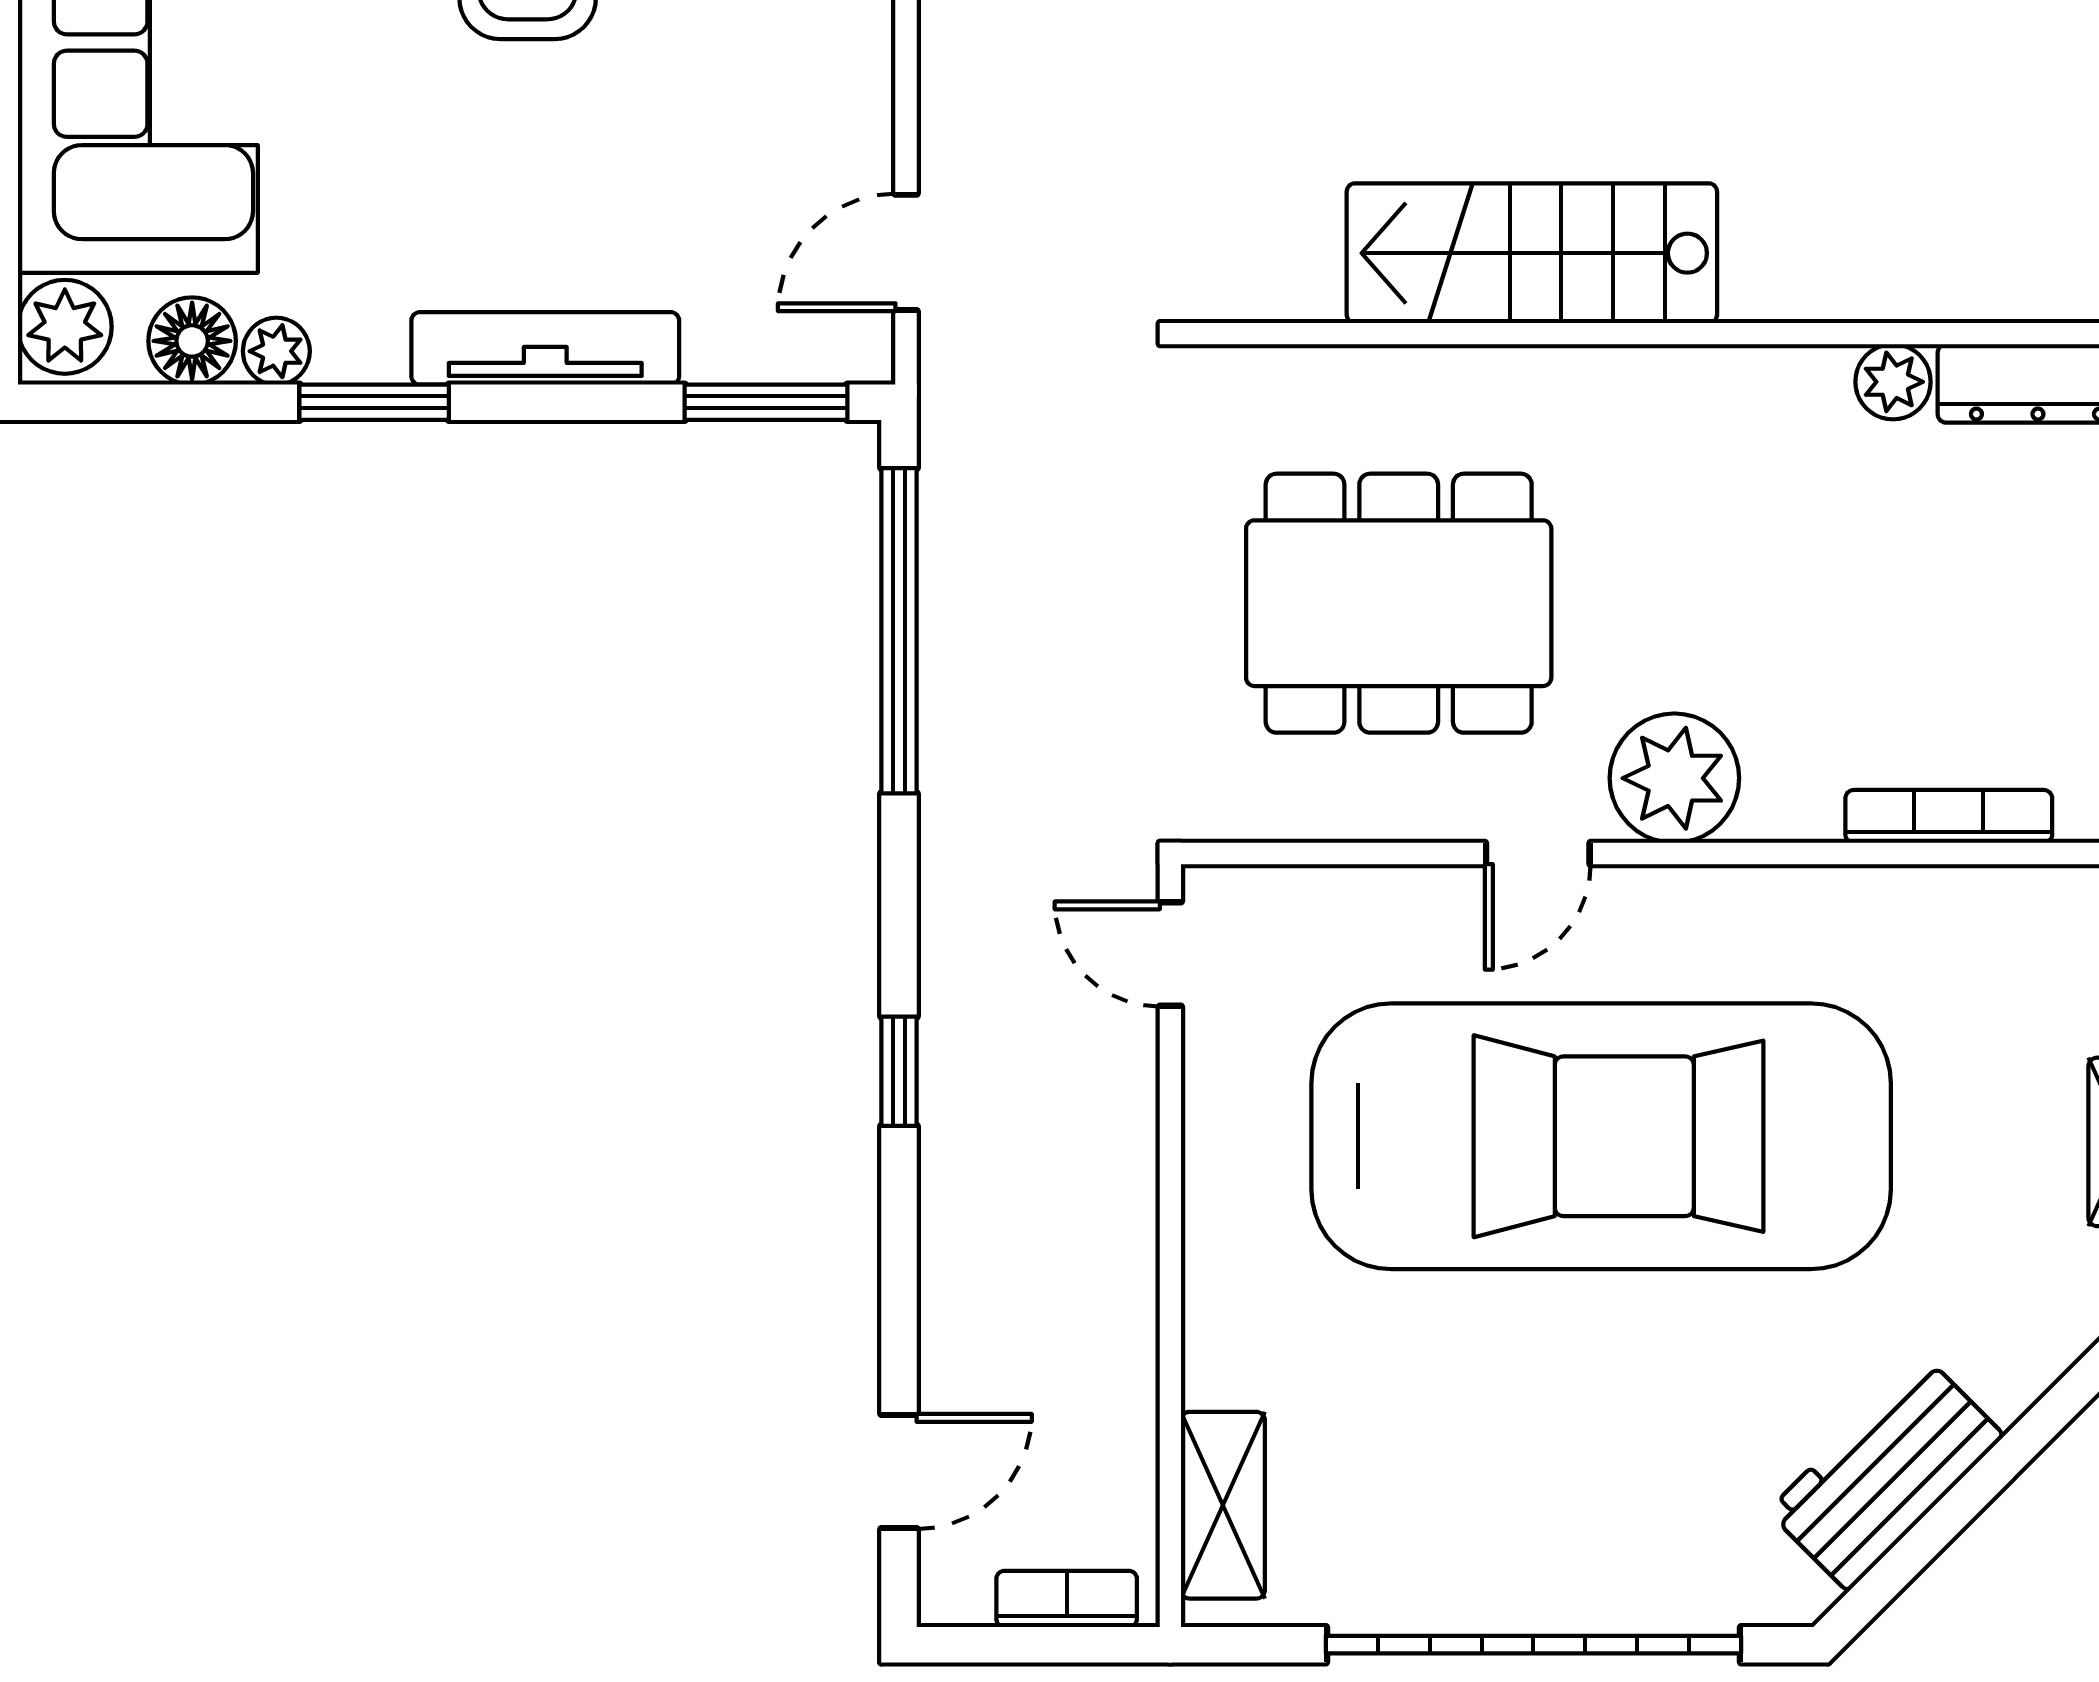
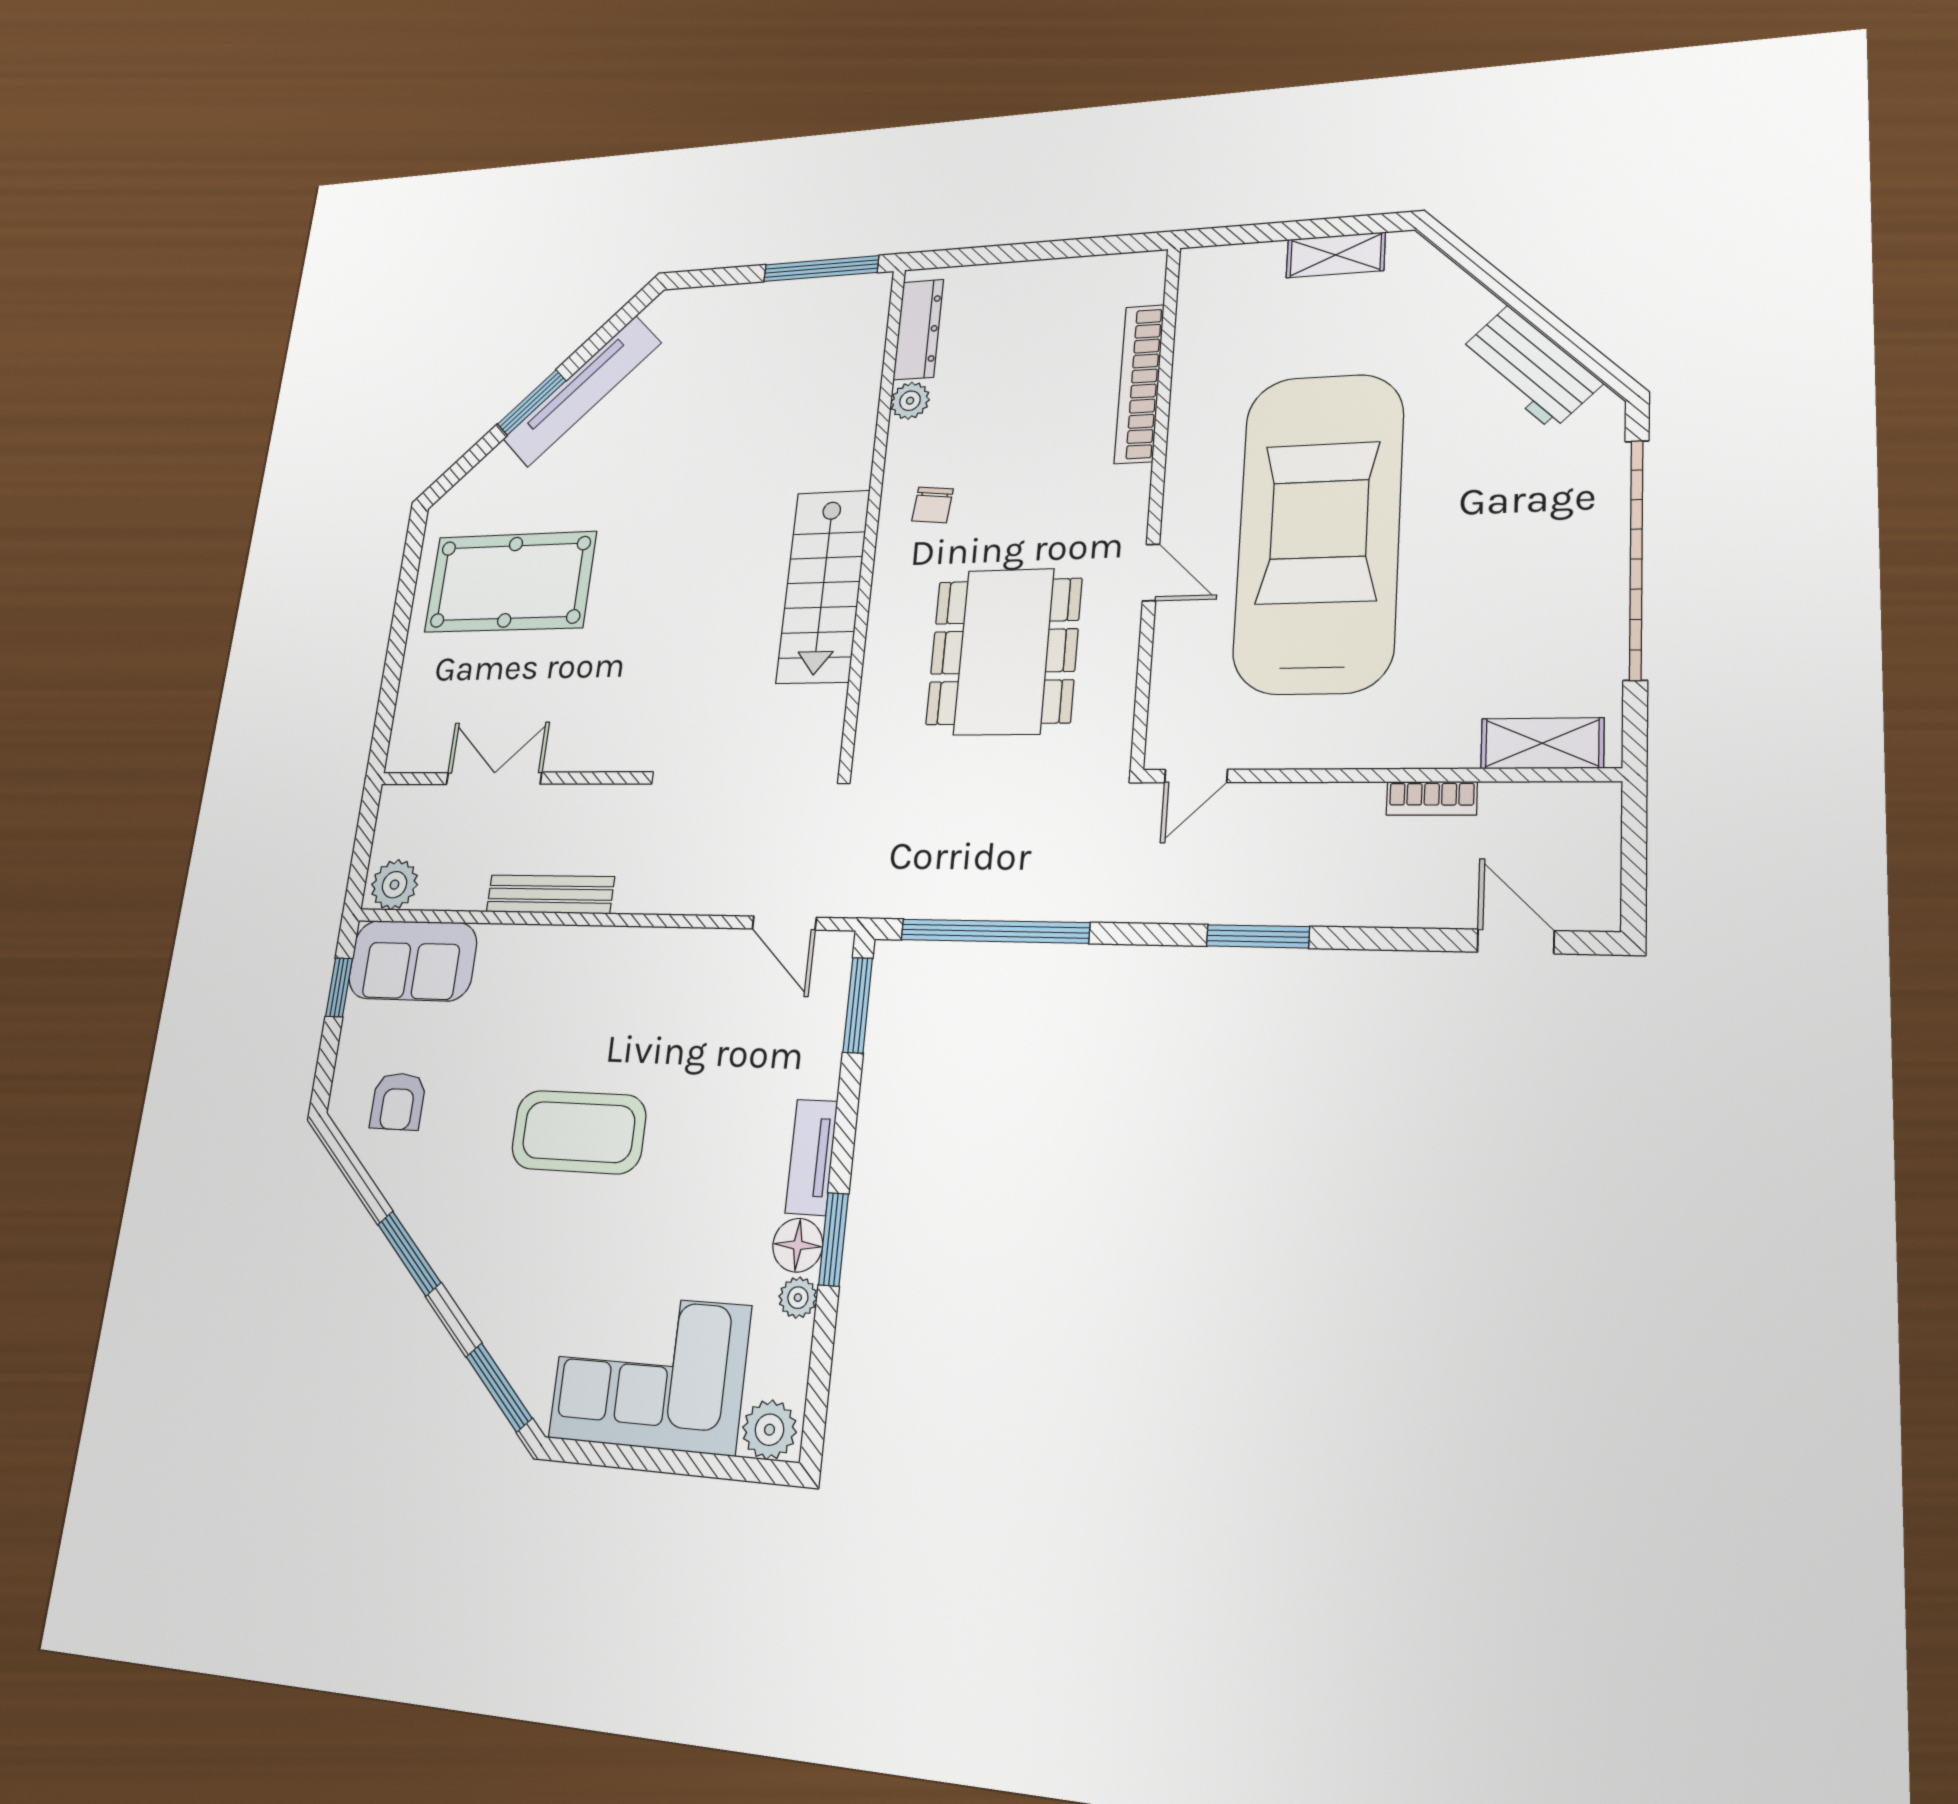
floor lamp: (192, 341) -> (798, 1245), moved
tv unit: (545, 348) -> (811, 1157), width x0.71
chair: (1683, 446) -> (933, 505), added
plant: (1674, 778) -> (1114, 501), removed
bookcase: (1949, 816) -> (1139, 384), width x1.48, depth x1.31
window: (899, 1071) -> (1258, 936), width x1.50
bookcase: (1067, 1599) -> (1432, 798), moved, turned -90

